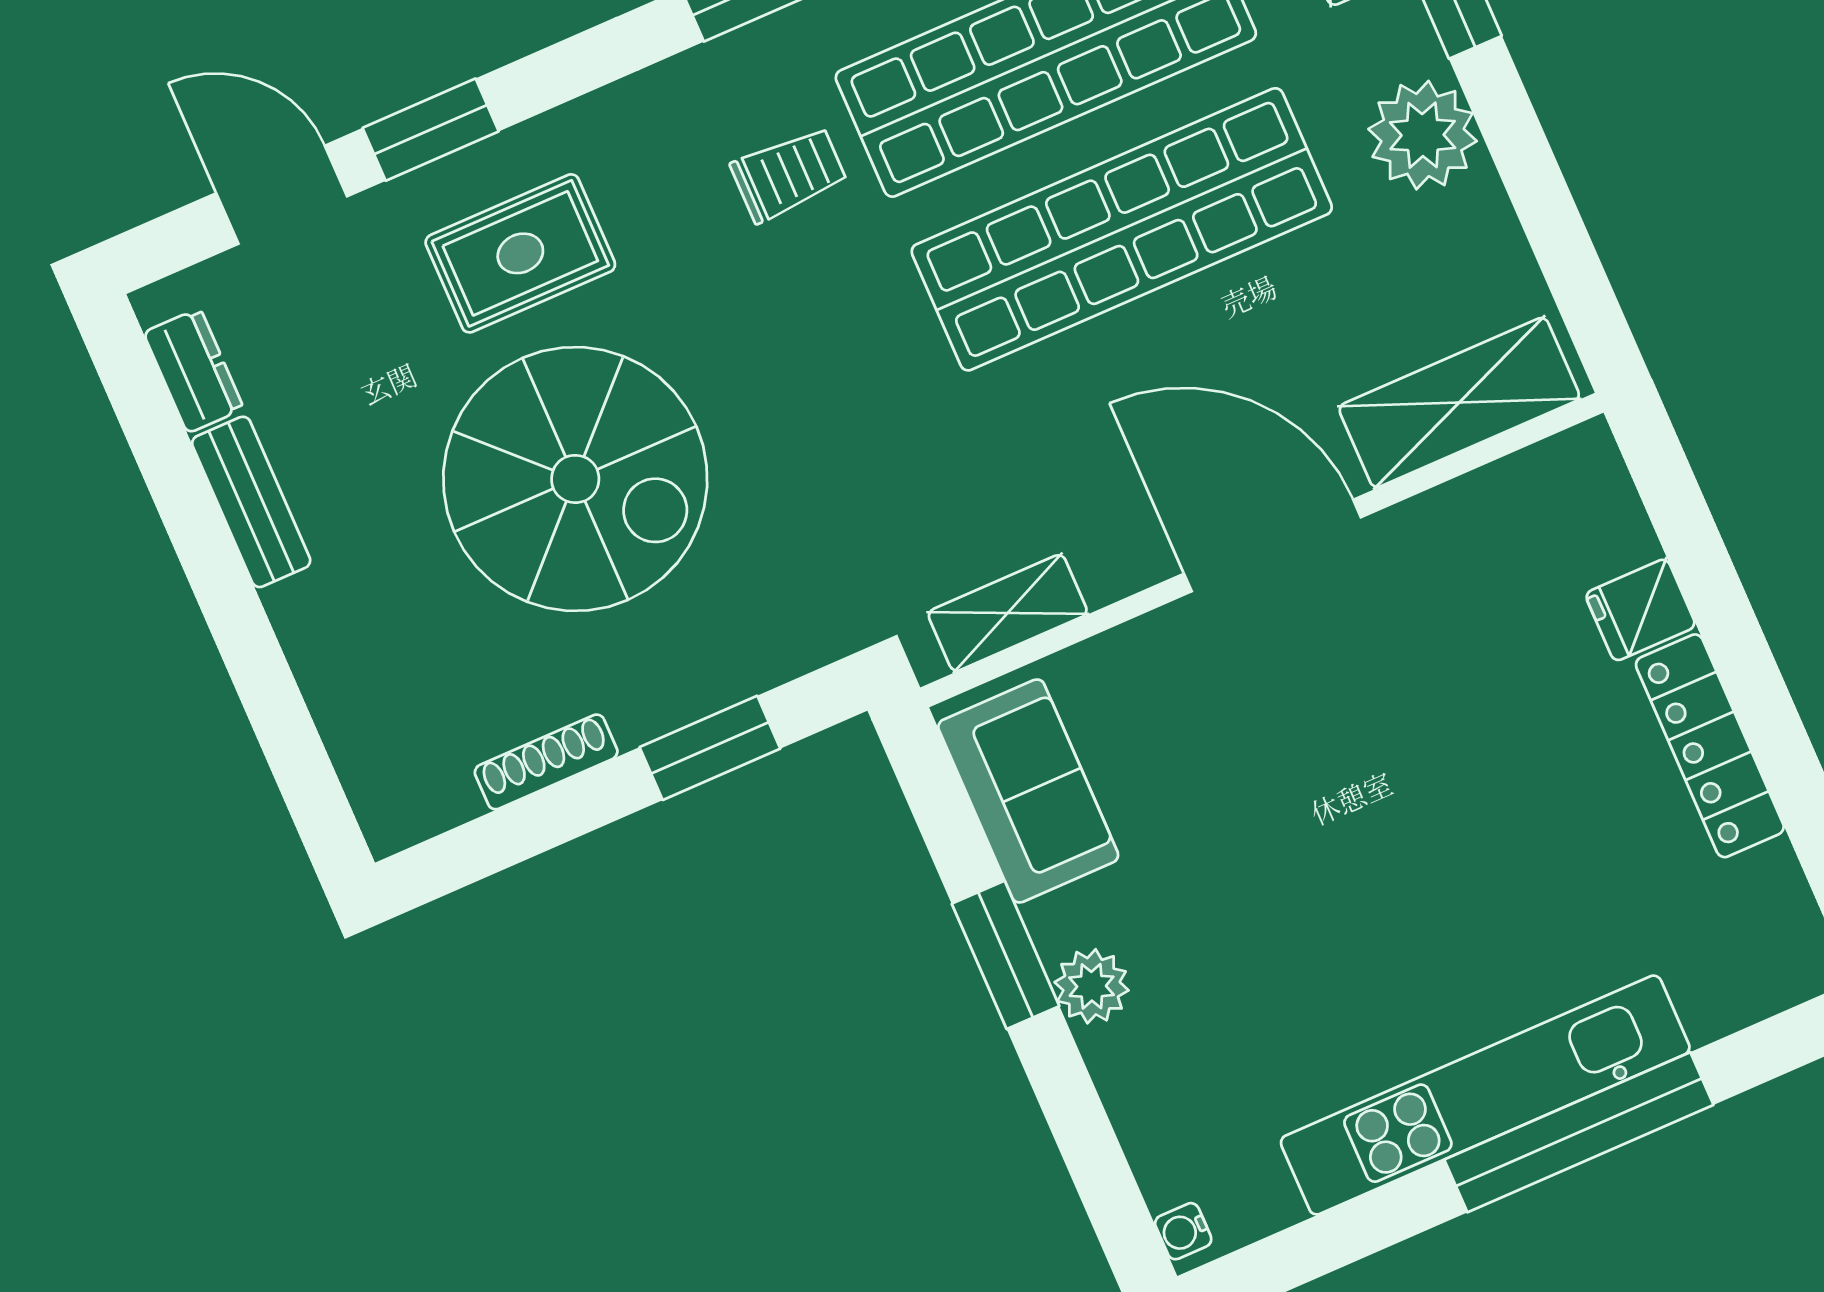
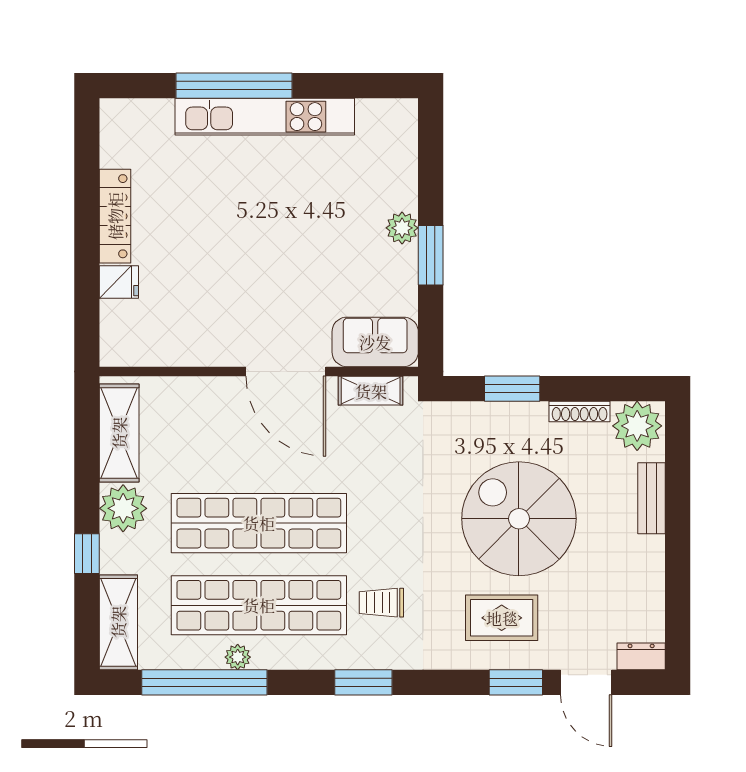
dresser: (194, 371) -> (641, 656), moved, turned 90
shelving: (1459, 403) -> (119, 433), moved, turned 90
bench: (251, 502) -> (652, 498), moved
door: (1272, 545) -> (286, 371), moved
plant: (411, 785) -> (637, 426), added
sofa: (1028, 791) -> (375, 342), moved, turned 90
water cooler: (1183, 1231) -> (408, 115), removed

